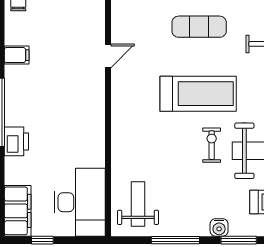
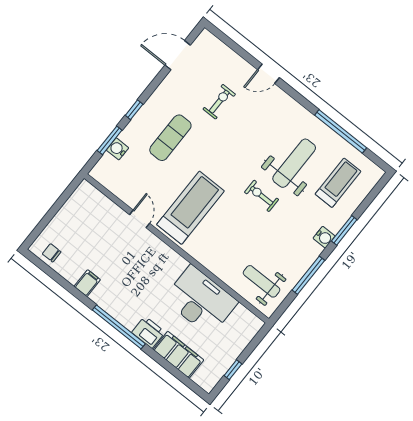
treadmill: (198, 94) -> (190, 208), moved
desk: (80, 202) -> (201, 301), moved
filing cabinet: (18, 211) -> (178, 355), moved

